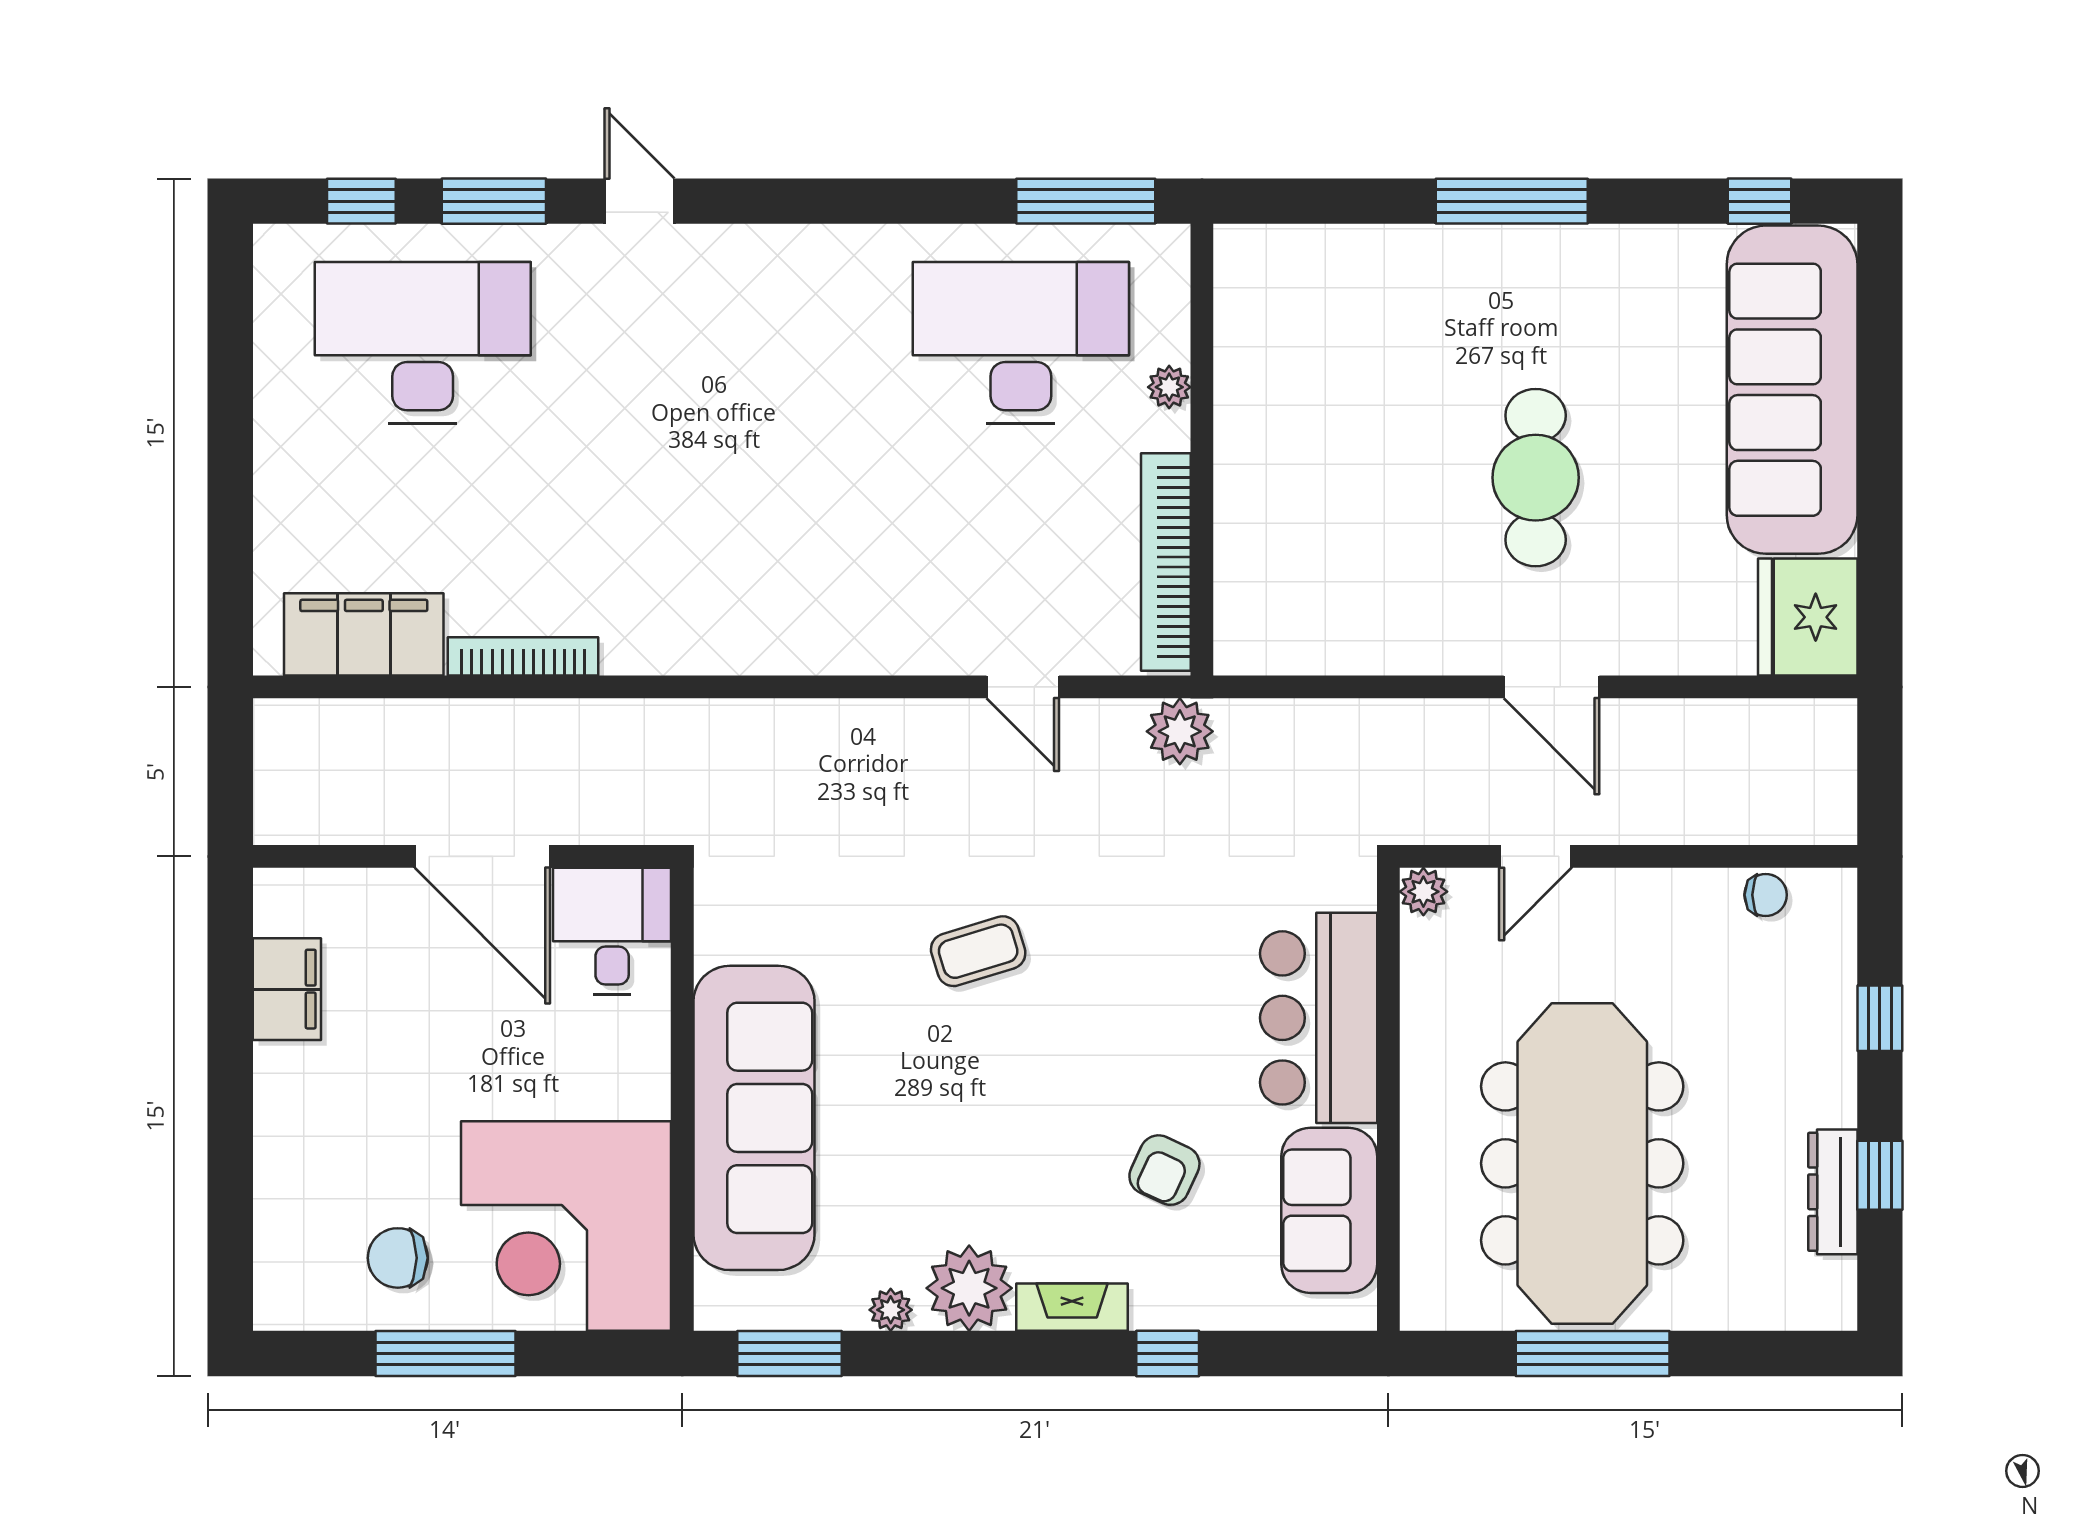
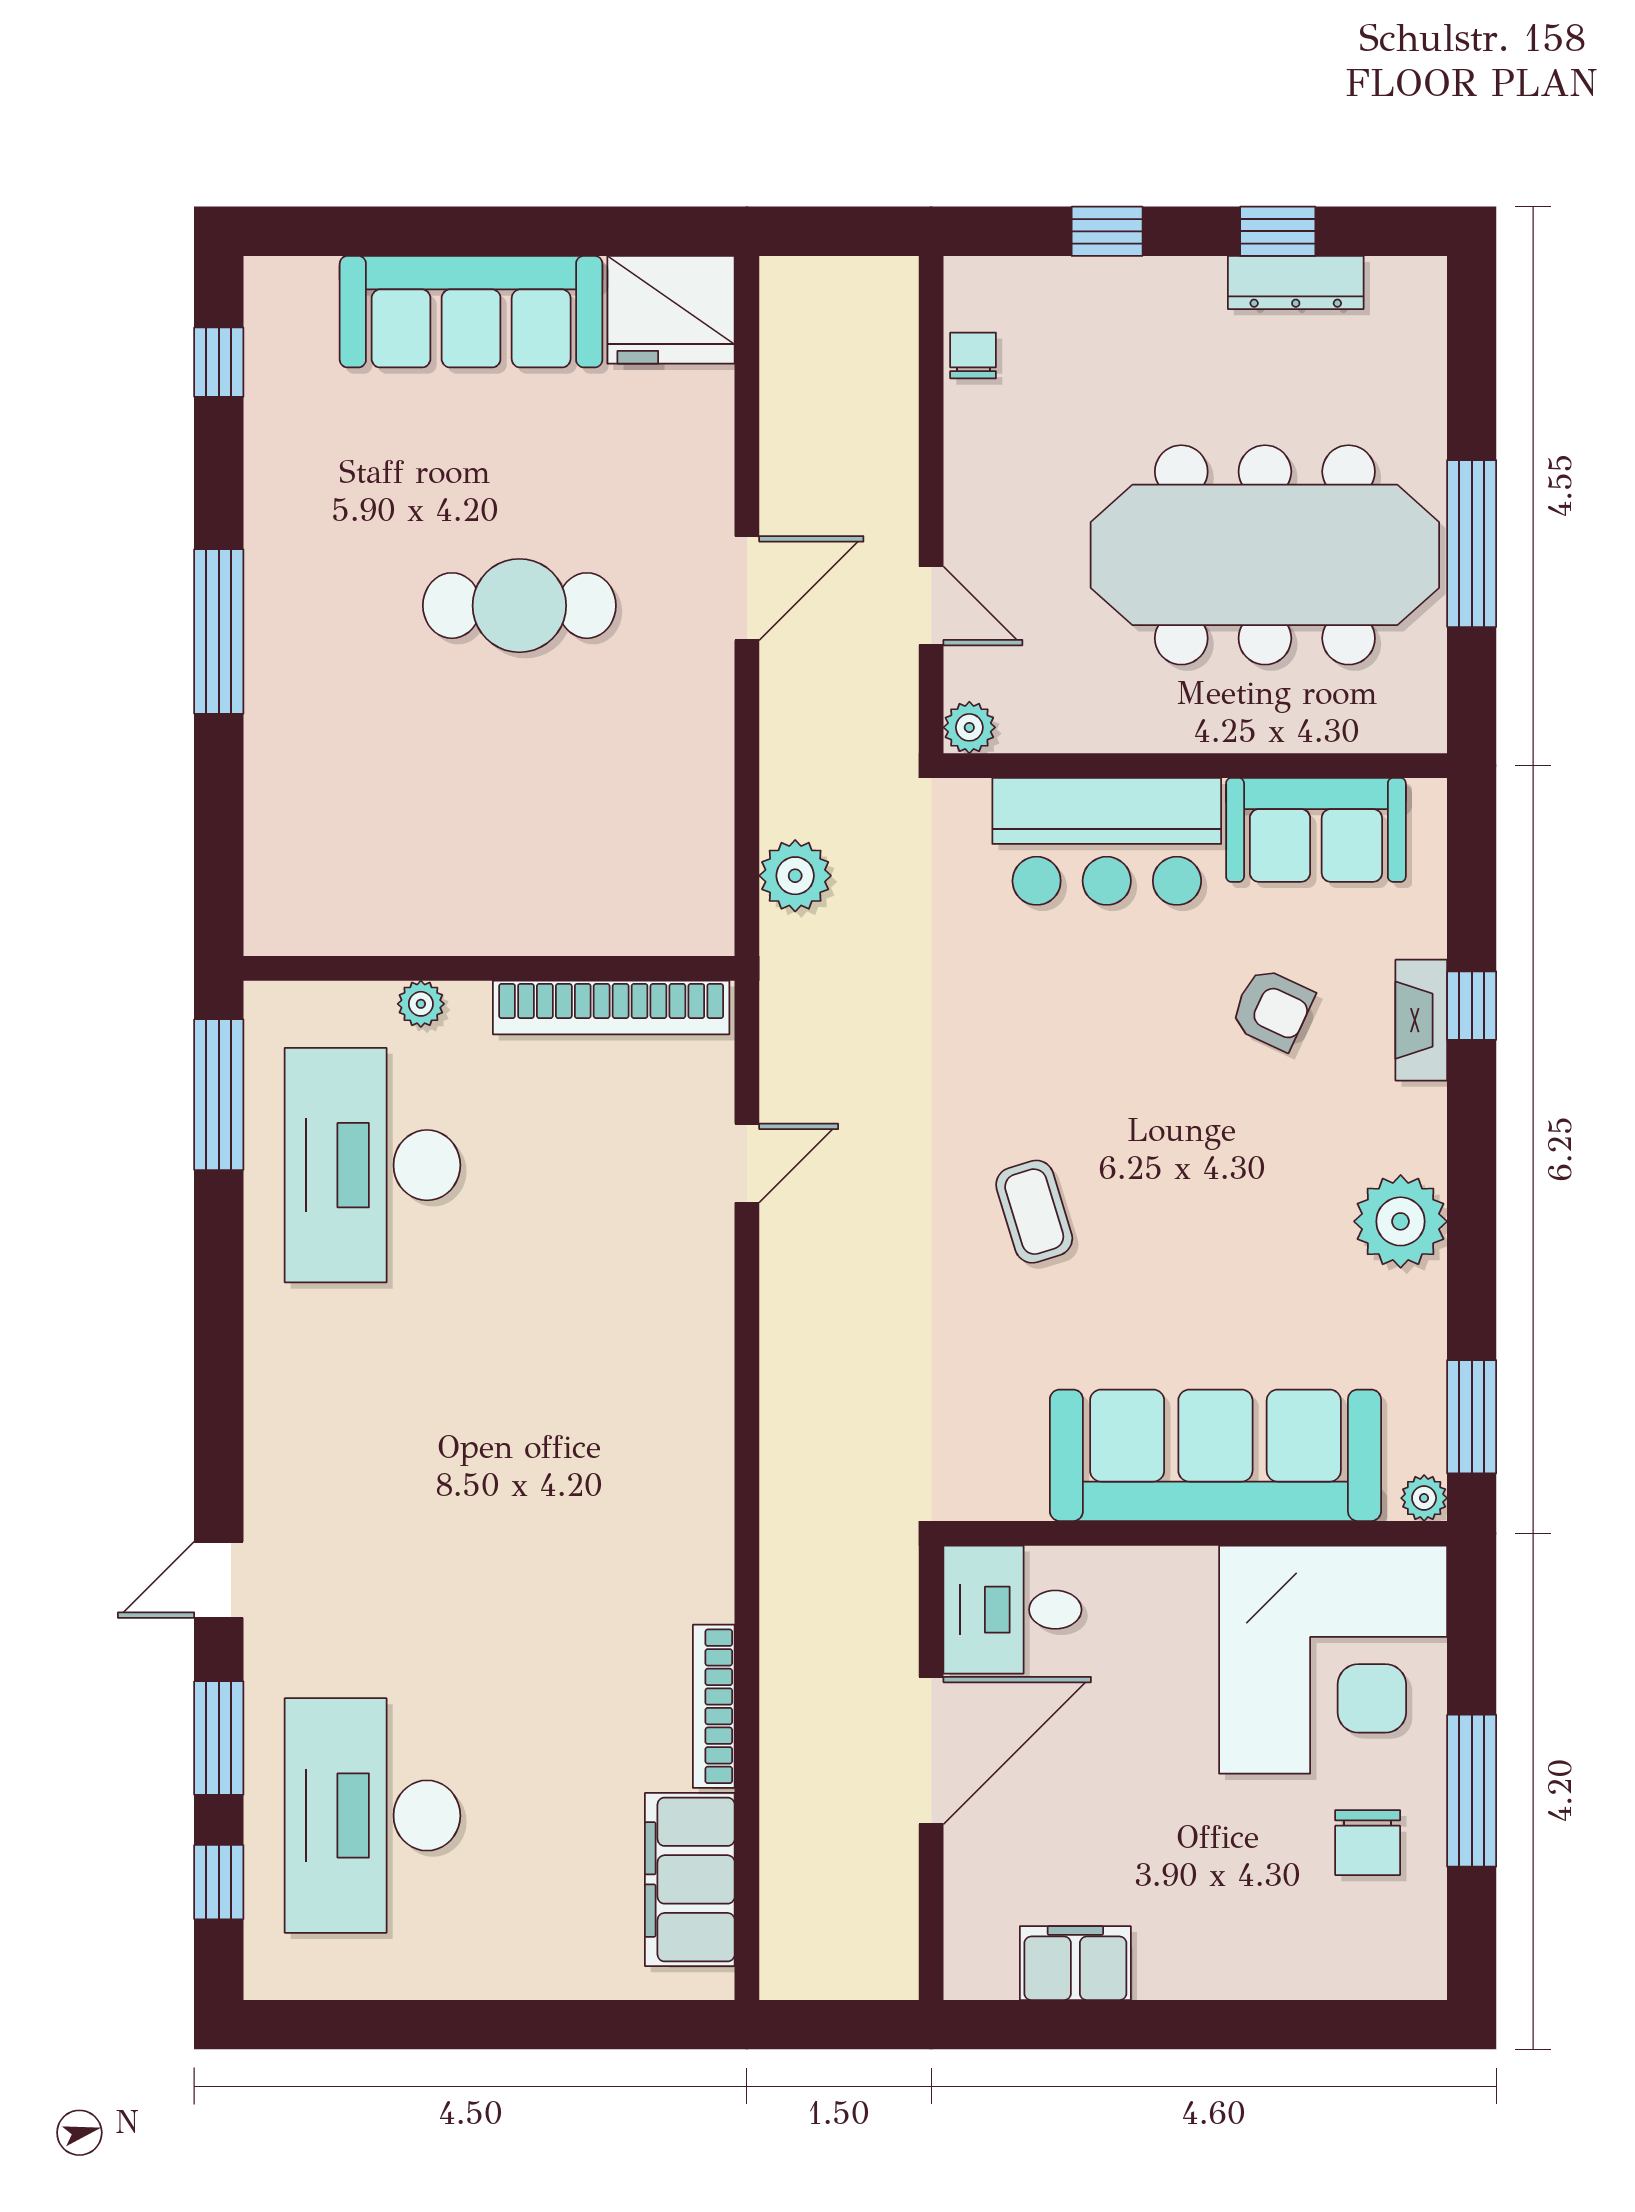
sofa: (1792, 390) -> (471, 312), width x0.74, depth x0.79
plant: (1180, 731) -> (795, 876), moved
fireplace: (1072, 1307) -> (1421, 1020), moved
plant: (891, 1310) -> (1424, 1498), moved

